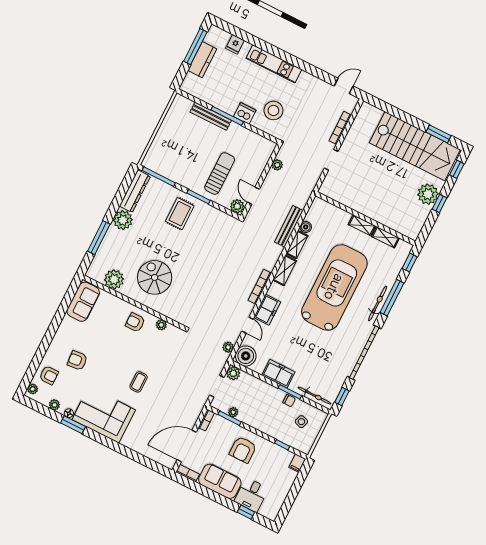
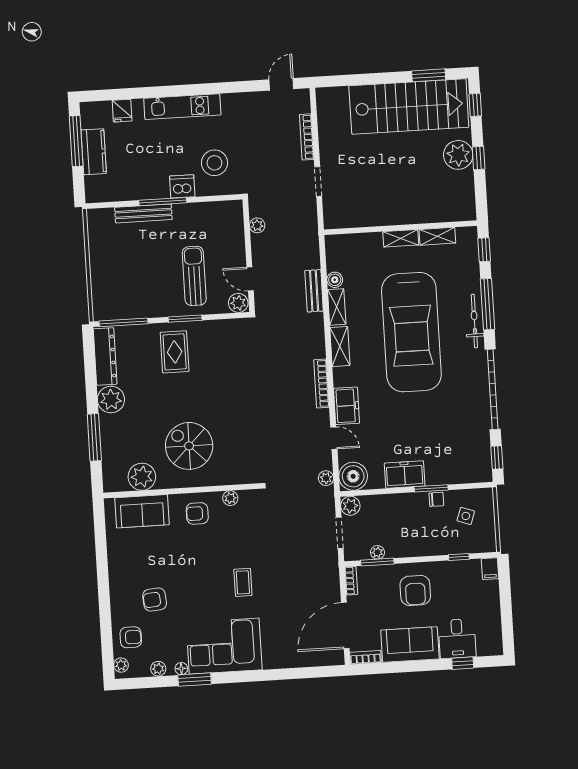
bench: (289, 226) -> (314, 291), width x0.73
car: (334, 287) -> (411, 332), turned 180
sofa: (83, 302) -> (142, 511), moved, turned 90
bicycle: (314, 396) -> (463, 476), removed

